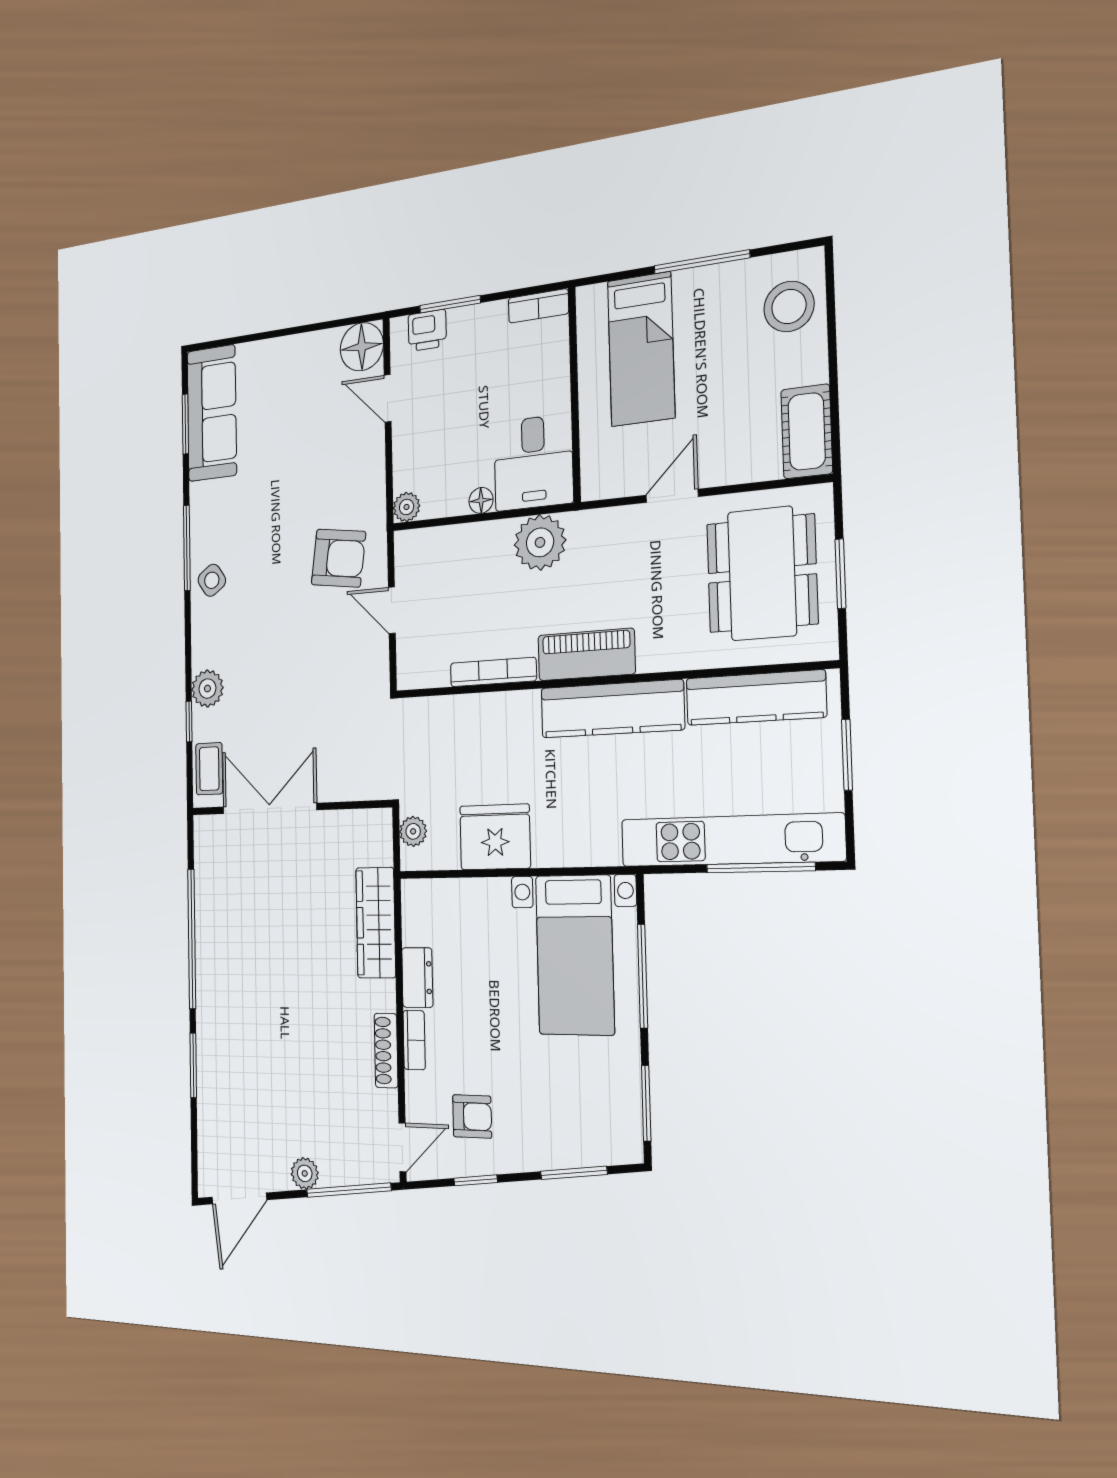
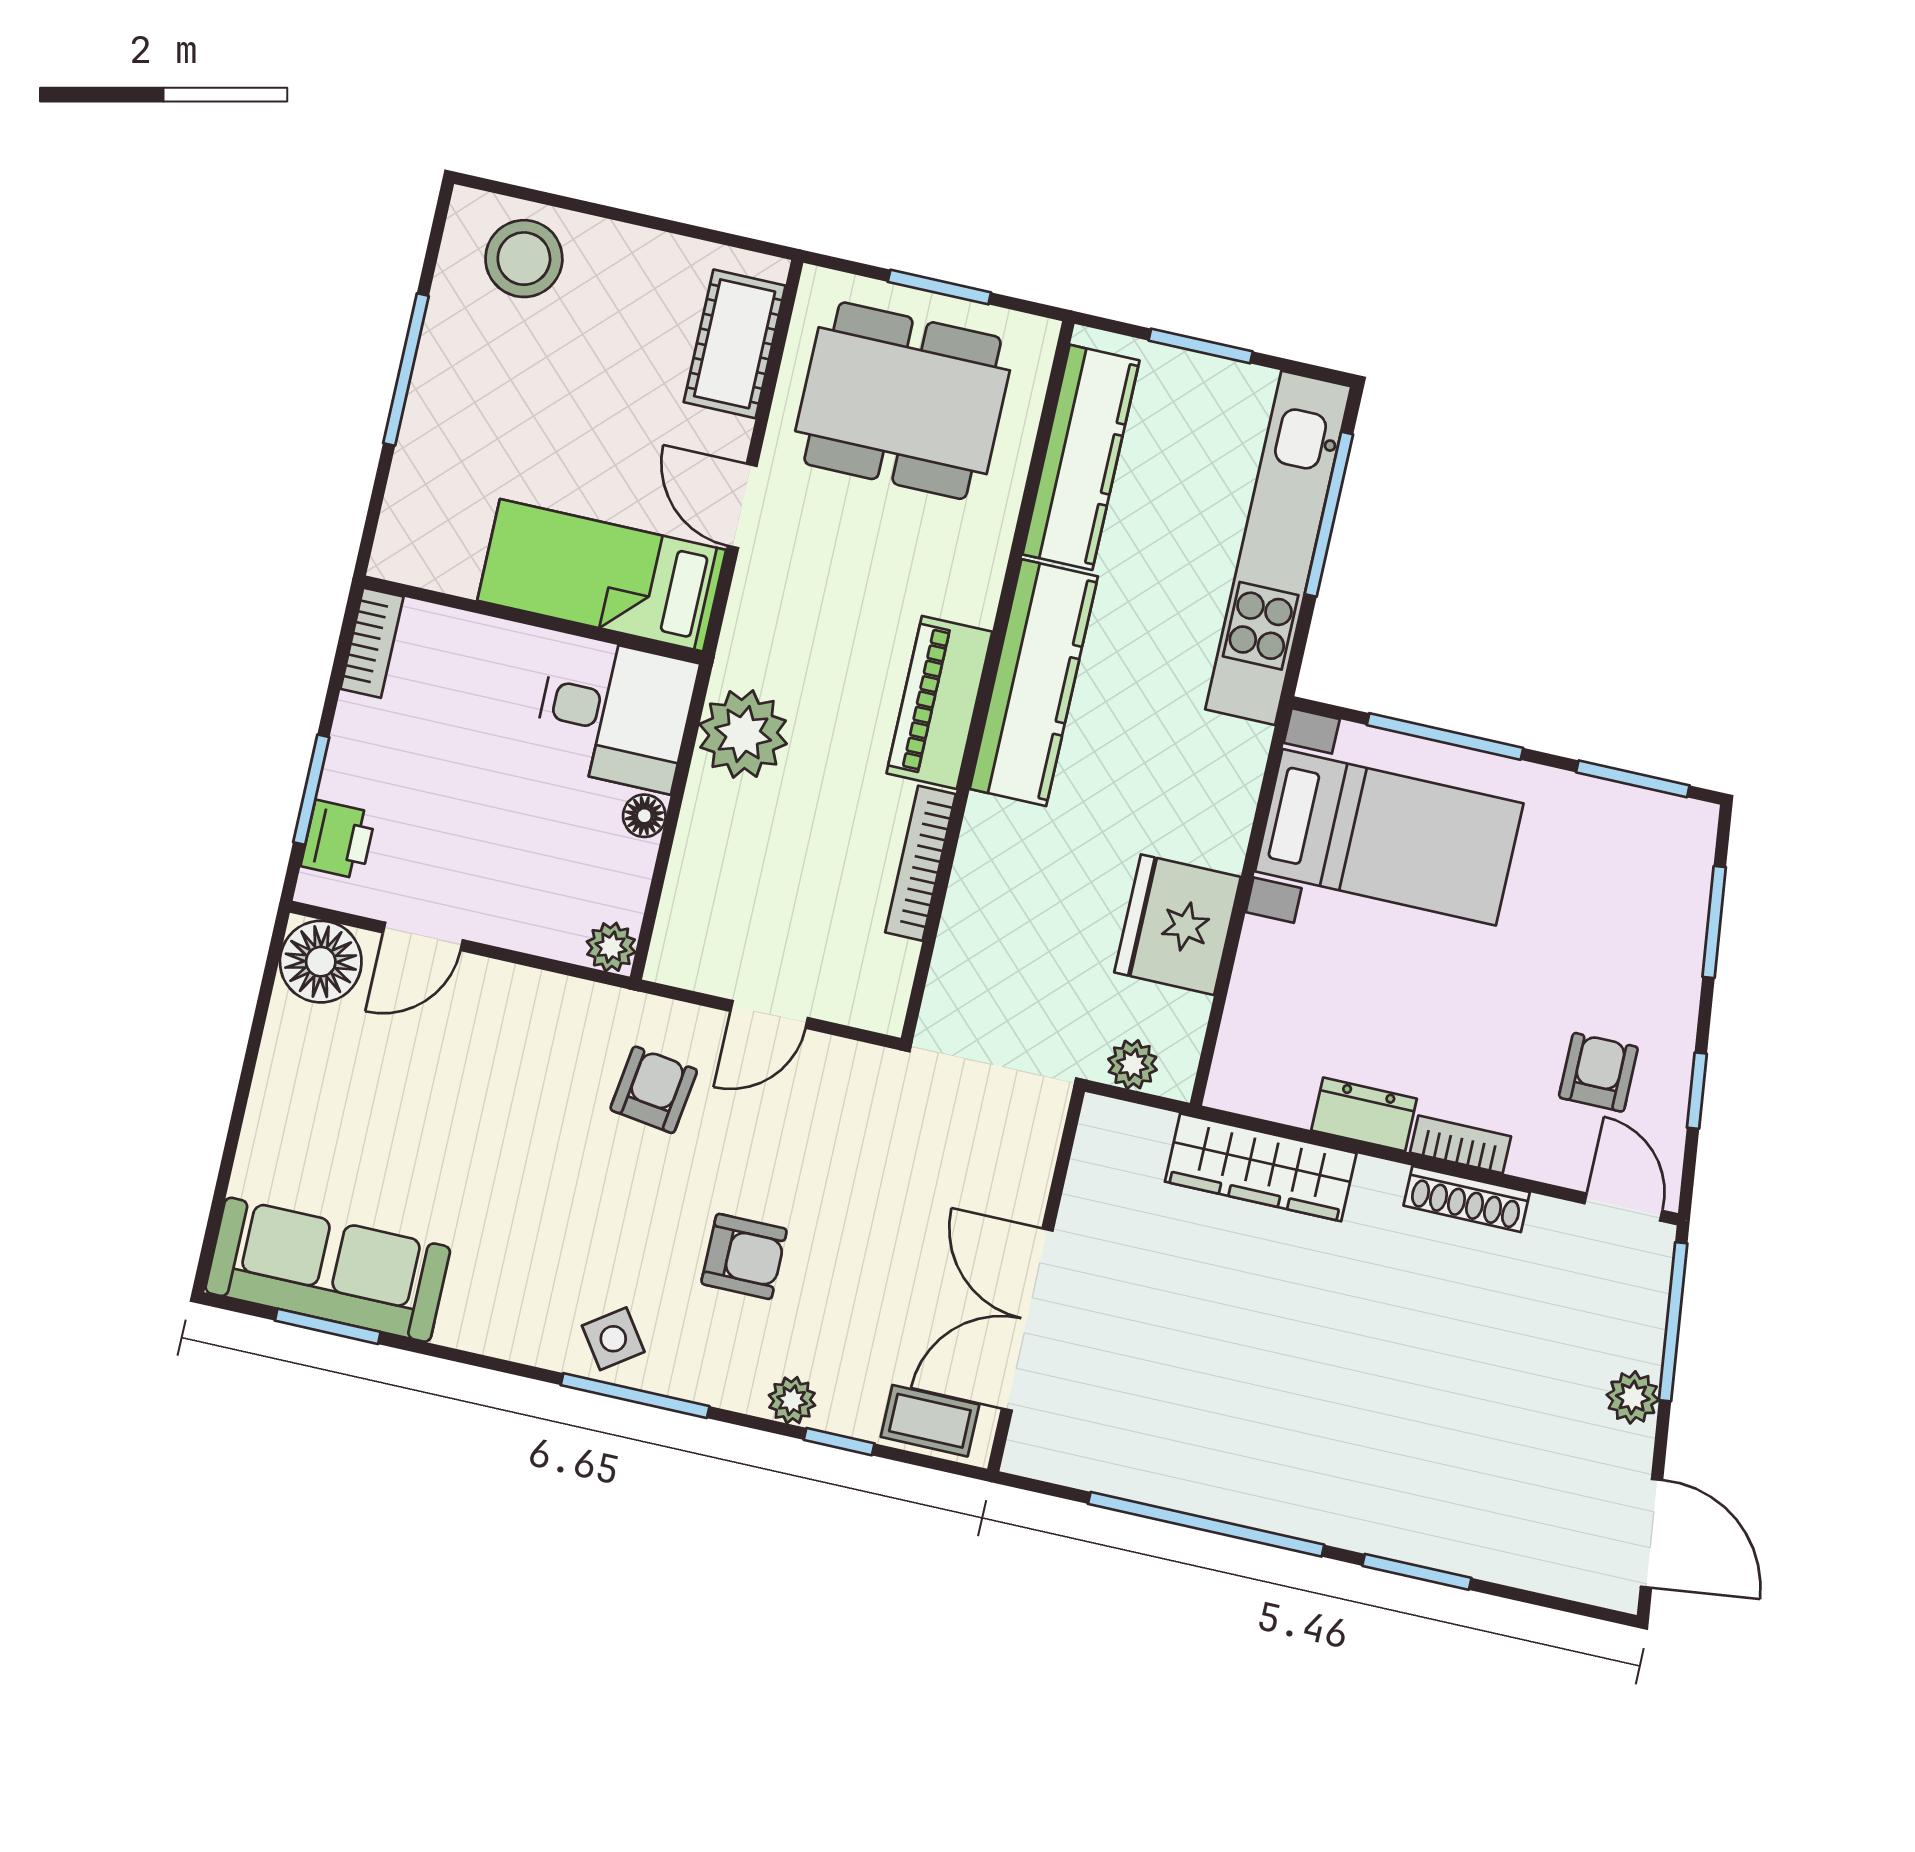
bed: (641, 349) -> (602, 575), moved, turned 180
cot: (807, 431) -> (735, 344), moved, turned 90
window: (187, 548) -> (635, 1396), moved
armchair: (338, 558) -> (654, 1090), width x0.72, depth x0.72
armchair: (267, 638) -> (744, 1256), added
plant: (207, 689) -> (792, 1400), width x0.73, depth x0.73

